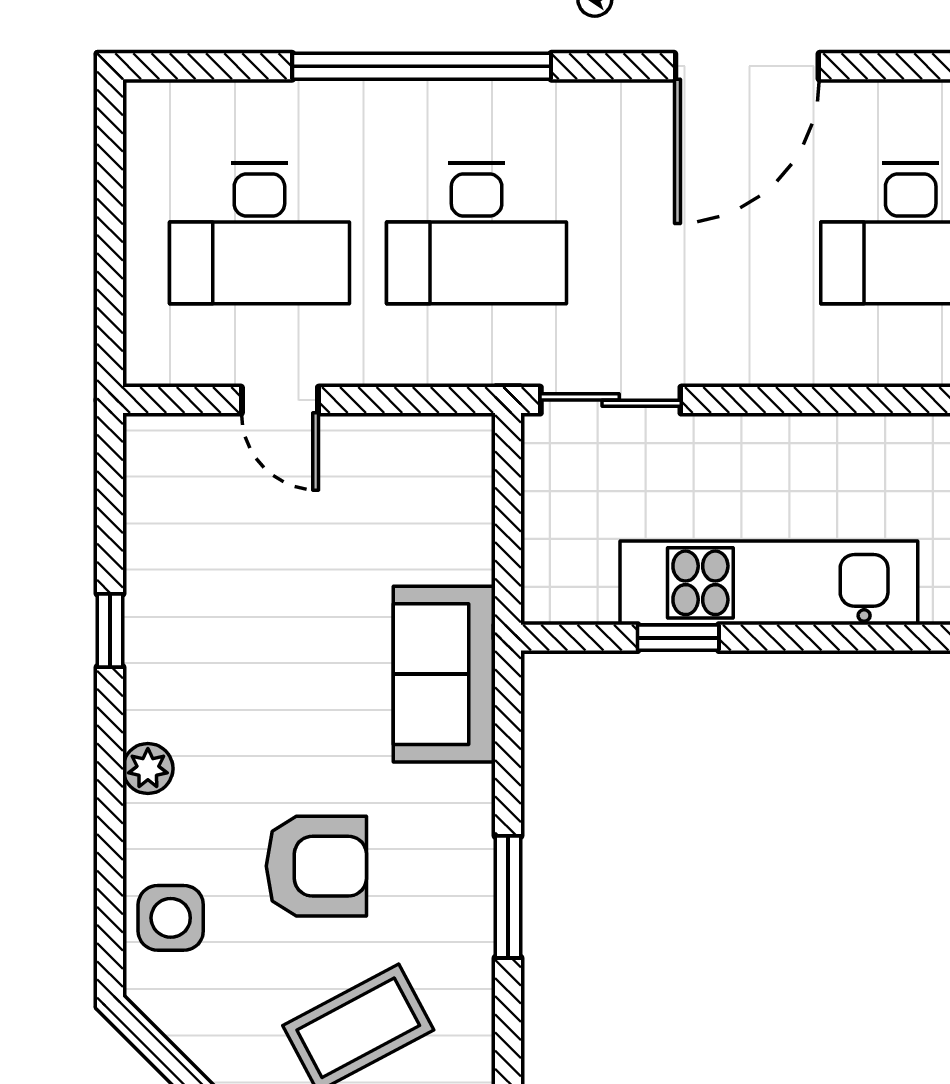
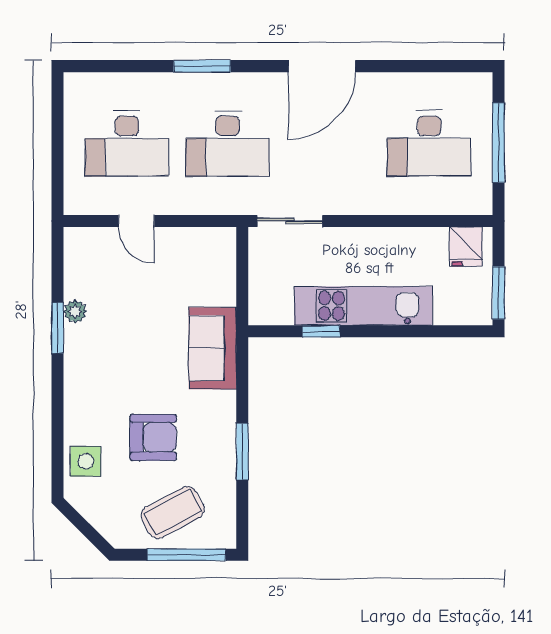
window: (422, 66) -> (202, 66), width x0.47
door: (747, 66) -> (322, 66), moved
window: (110, 630) -> (57, 328), width x1.50
plant: (148, 769) -> (75, 311), moved

